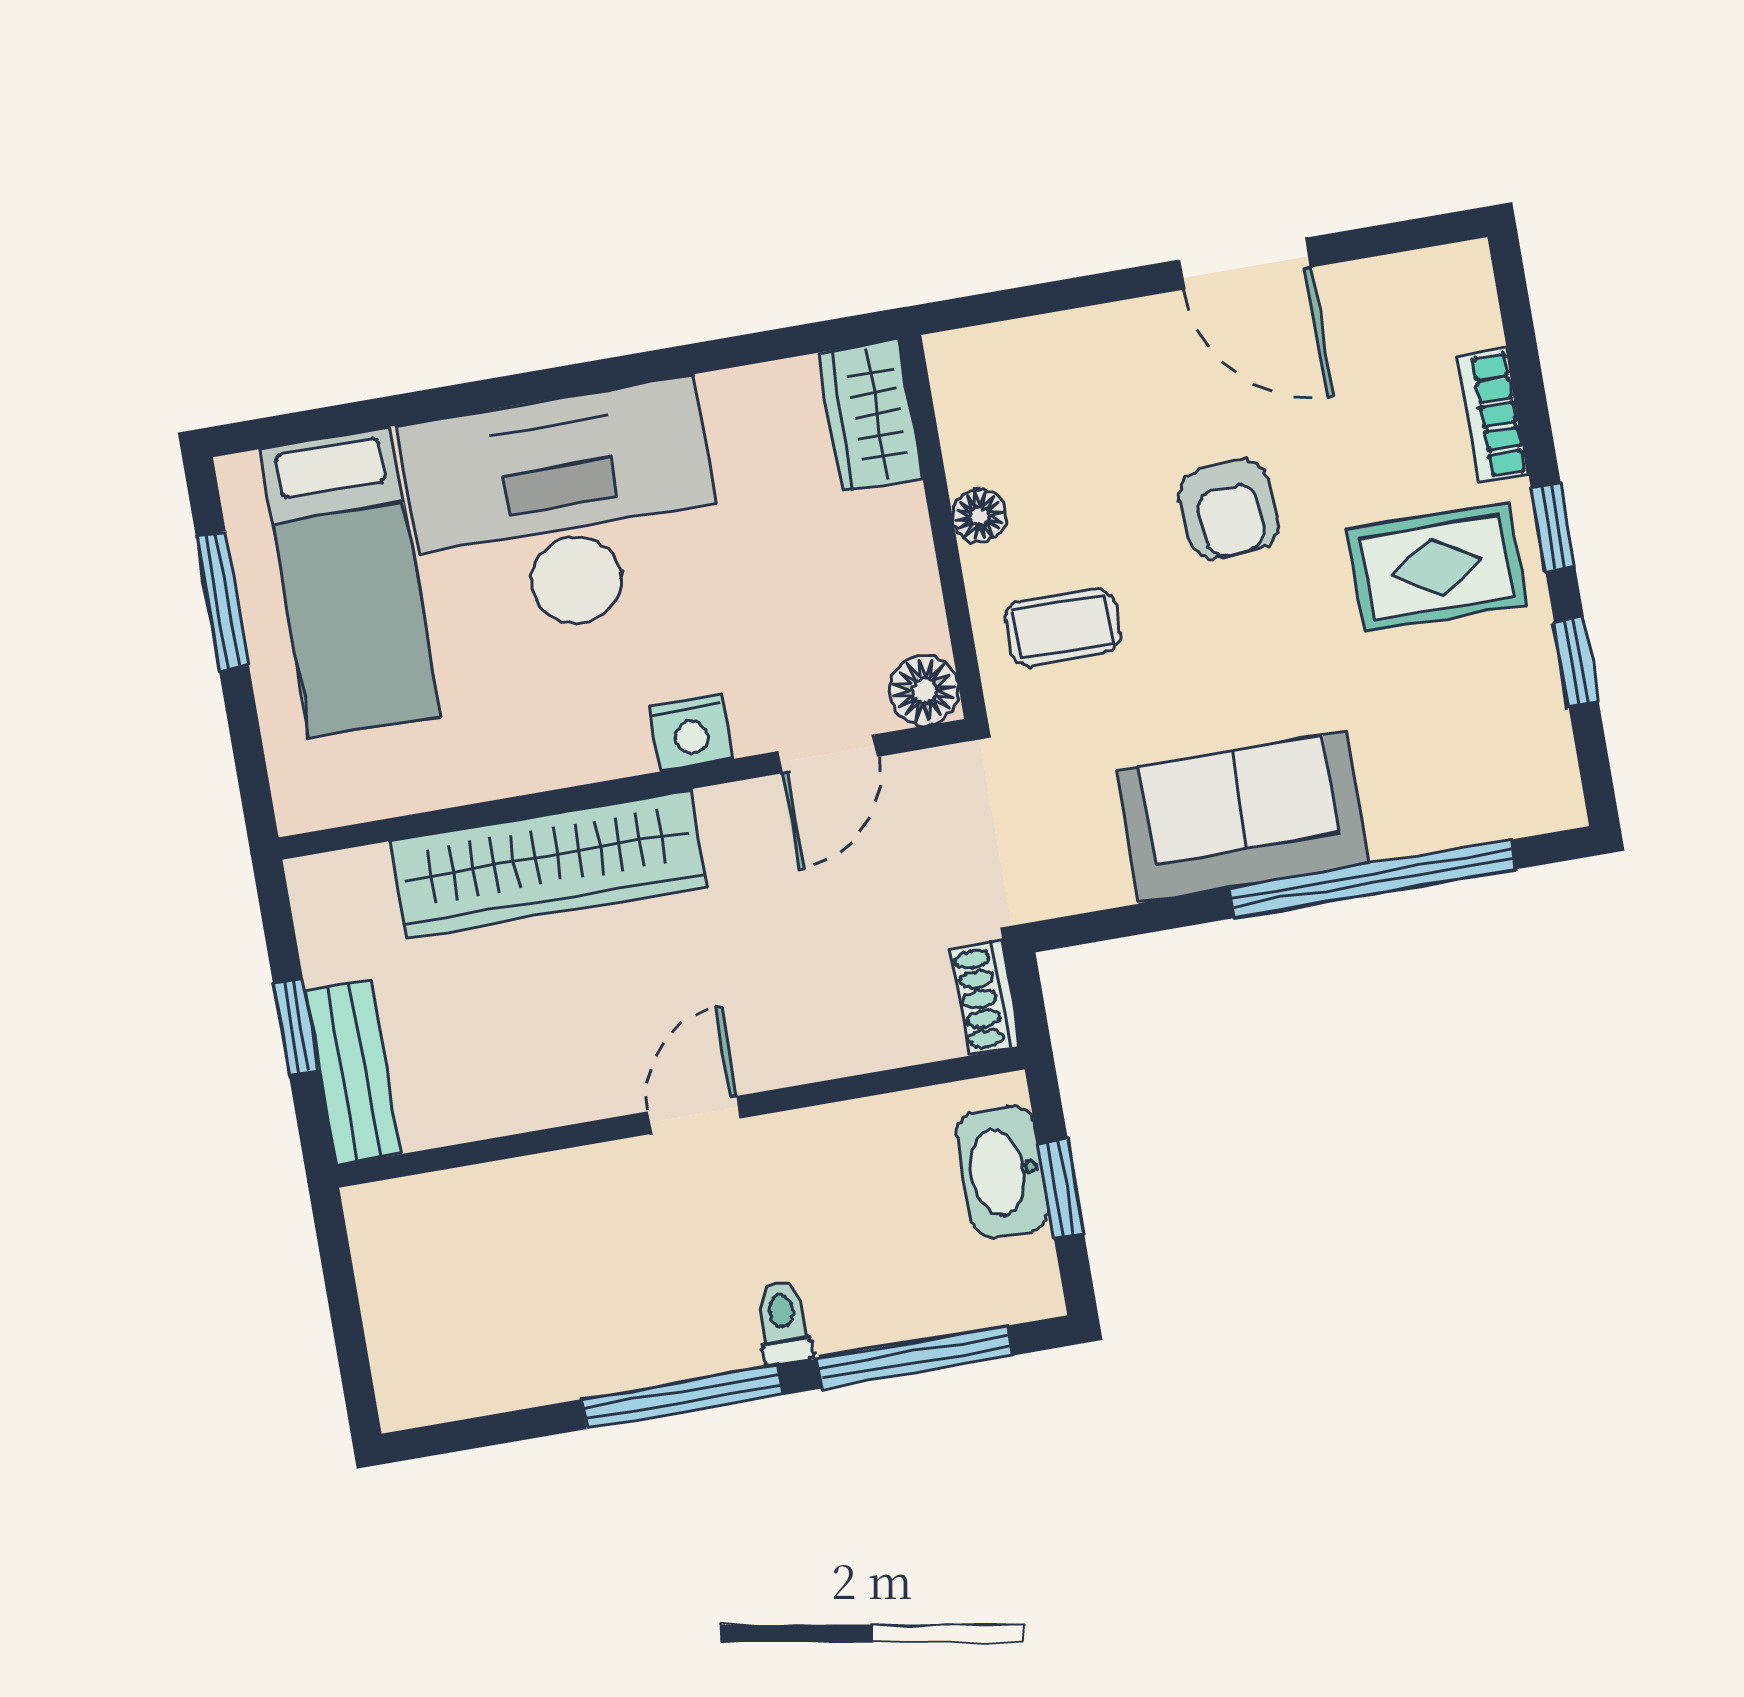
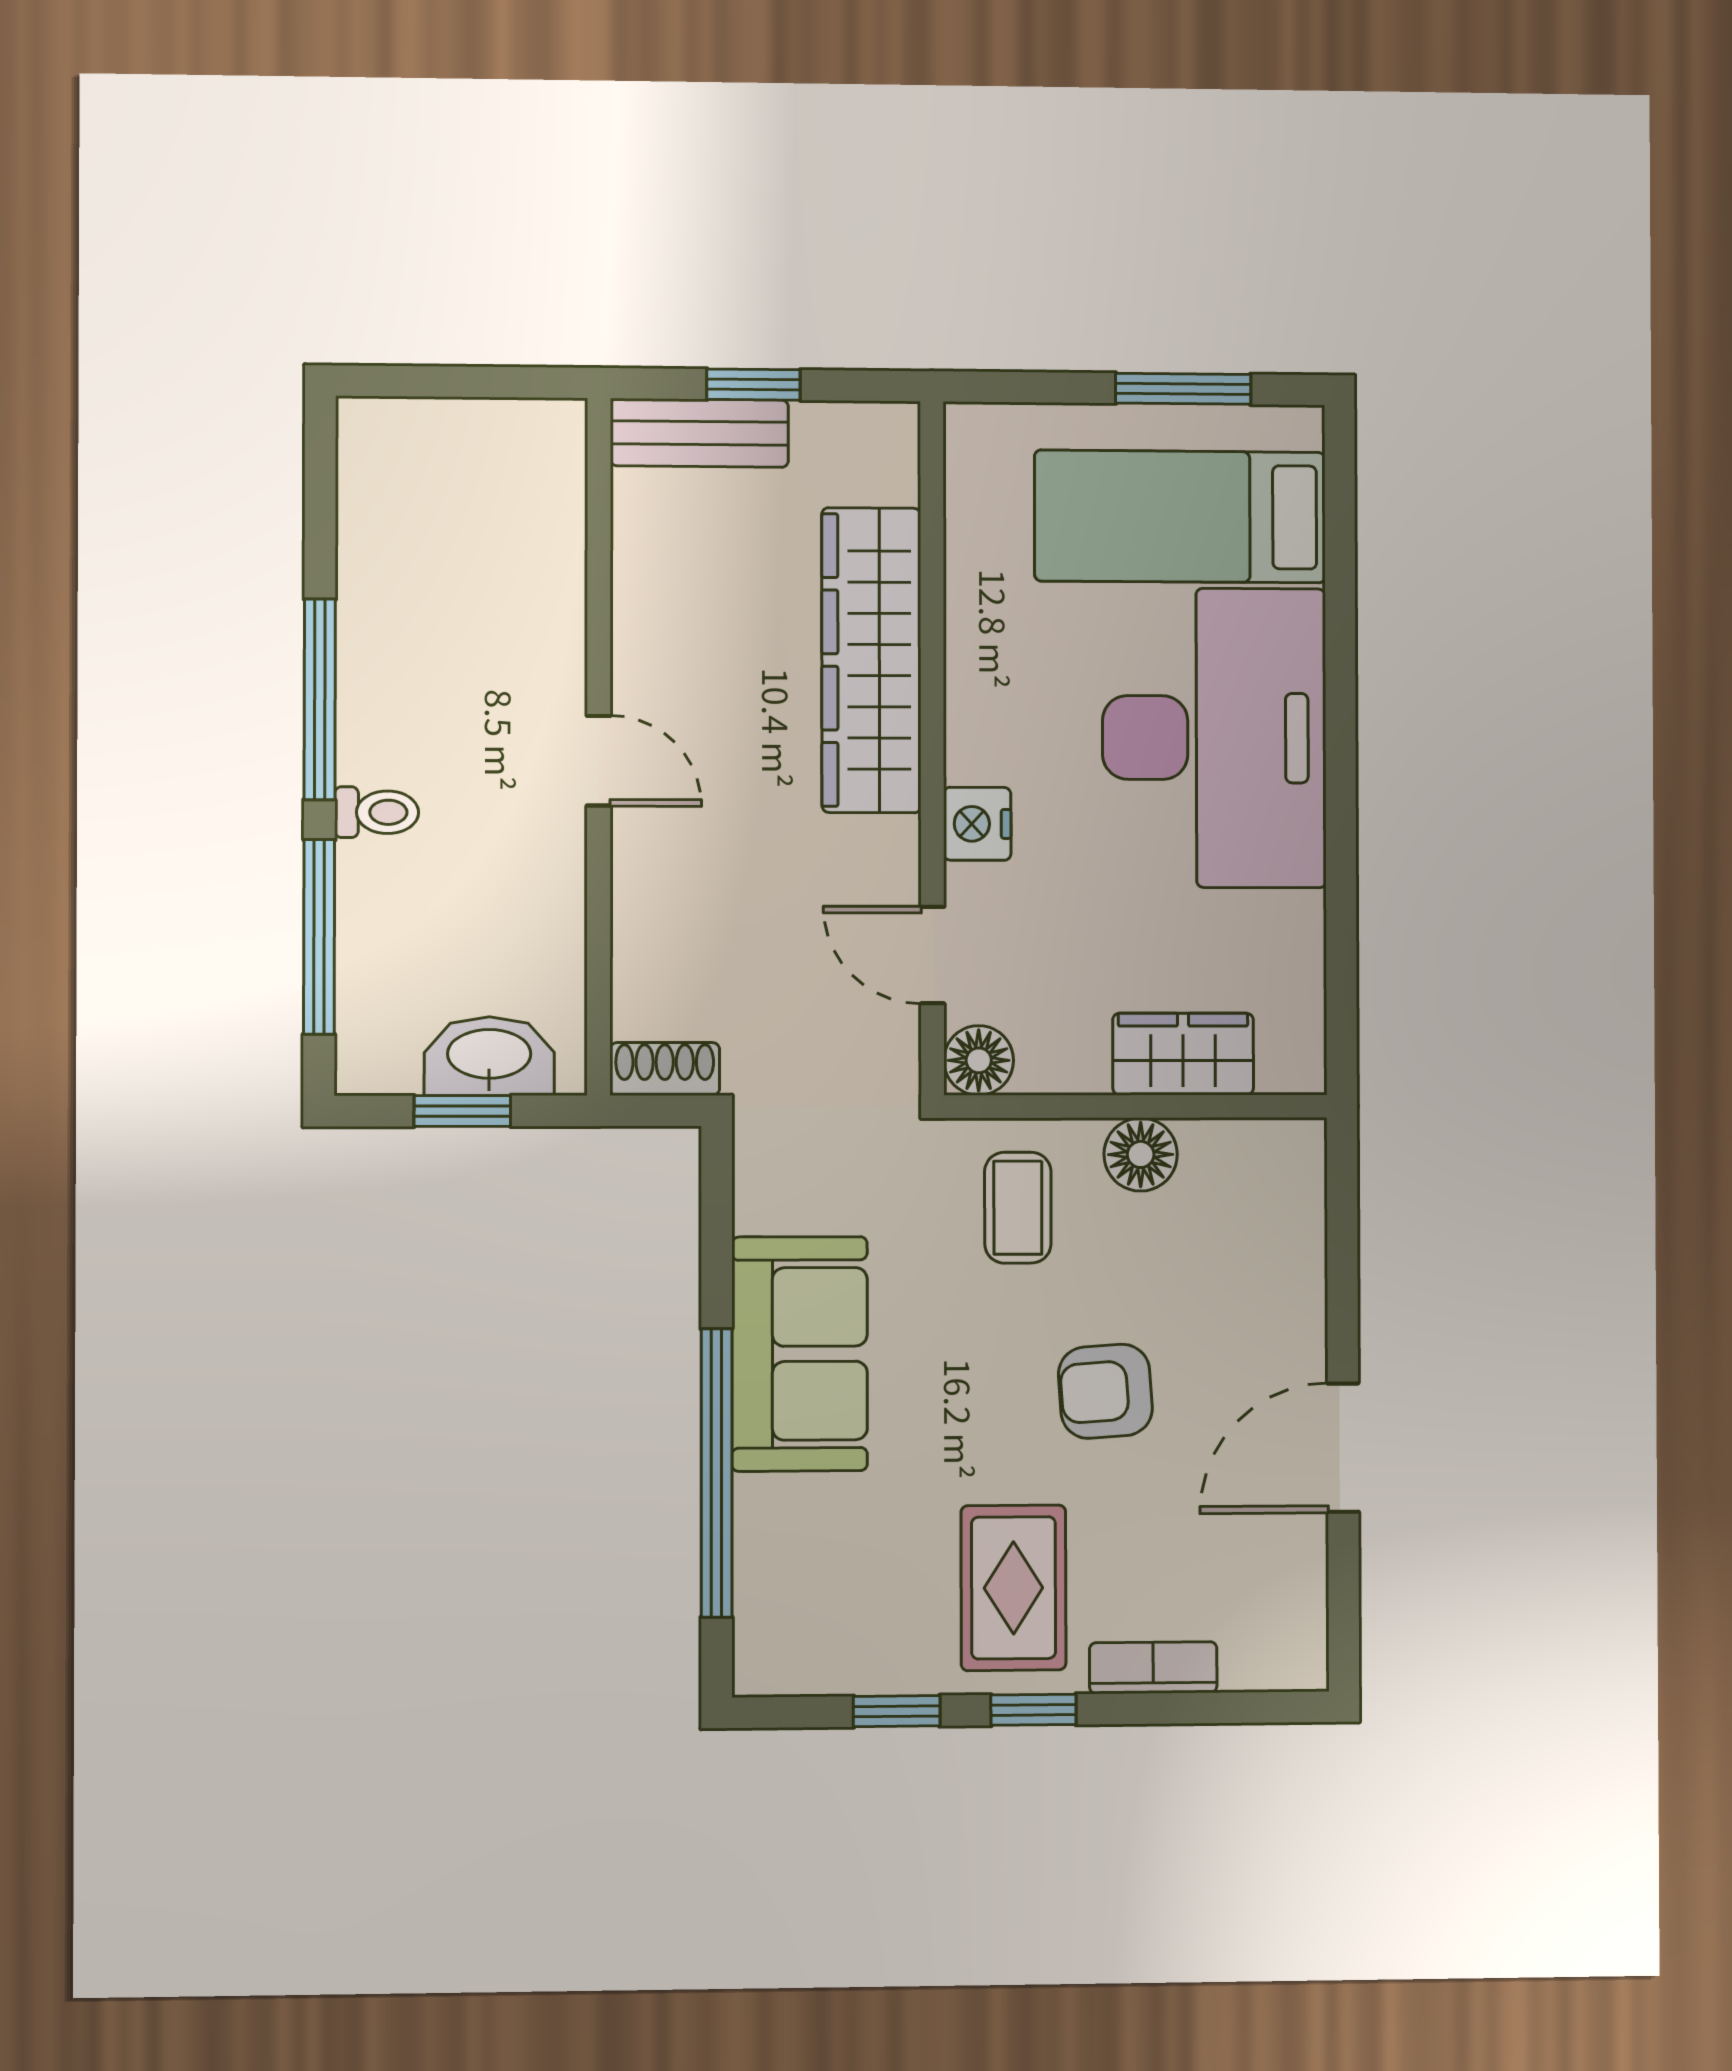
wardrobe: (870, 416) -> (1183, 1054), moved
floor lamp: (980, 516) -> (1141, 1154), width x1.37, depth x1.37

